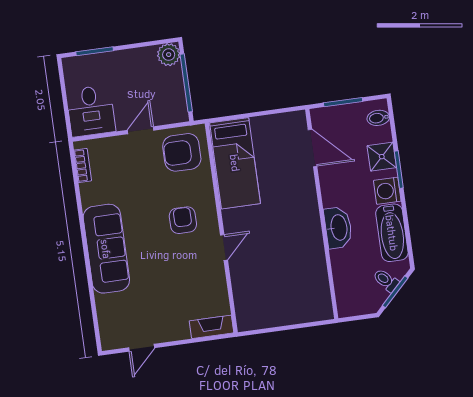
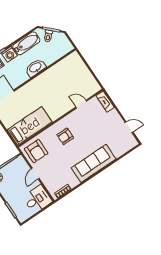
door: (141, 130) -> (35, 174), hinge flipped
door: (224, 248) -> (81, 104), moved

